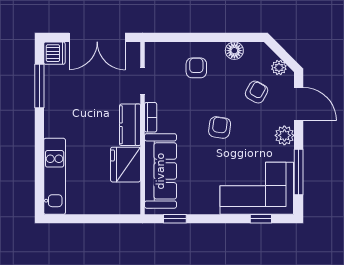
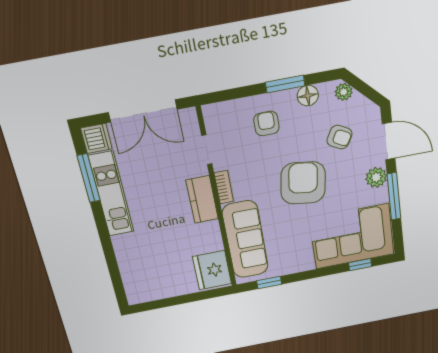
window: (217, 37) -> (285, 84), added
plant: (279, 68) -> (344, 92), moved
armchair: (257, 92) -> (340, 137), turned 90
armchair: (220, 127) -> (303, 183), width x1.88, depth x1.88
fridge: (126, 165) -> (212, 270), moved
window: (299, 172) -> (394, 196), moved
kitchen unit: (55, 176) -> (111, 194), moved

